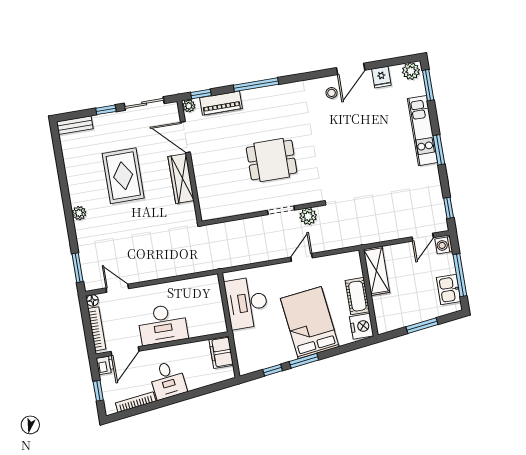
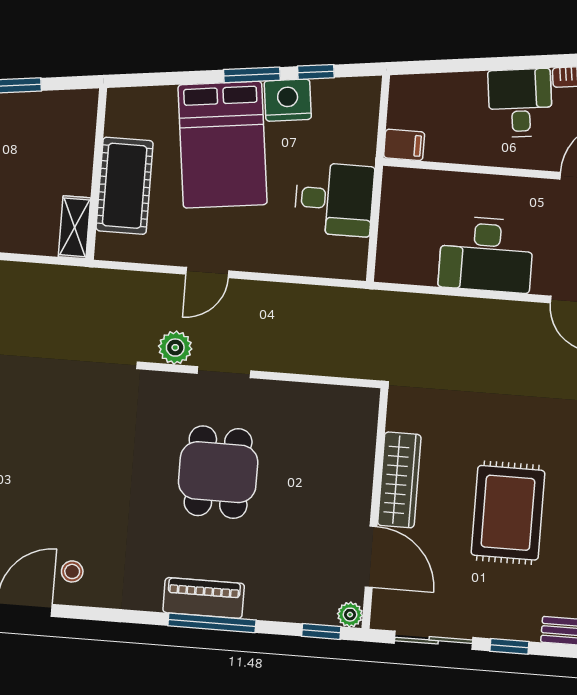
piano: (221, 103) -> (204, 598), moved
dining table: (272, 160) -> (218, 472), turned 90
shelving: (376, 271) -> (74, 227), width x0.67, depth x0.75
cot: (357, 296) -> (125, 186), width x1.37, depth x1.34
desk: (247, 303) -> (334, 199), width x0.73
desk: (163, 324) -> (486, 254), moved, turned 180
nightstand: (362, 326) -> (288, 100), moved, turned 83
filing cabinet: (221, 352) -> (404, 145), width x0.50

